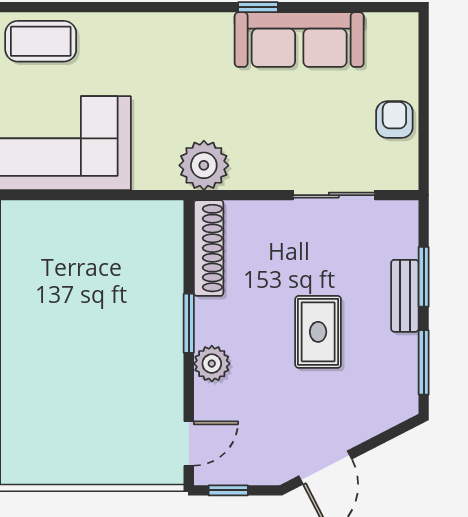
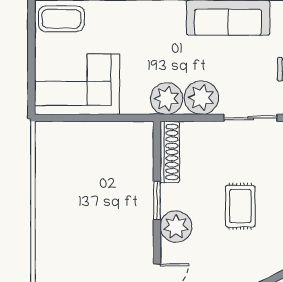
plant: (258, 164) -> (201, 98), added
plant: (212, 364) -> (176, 227), width x1.36, depth x1.36

